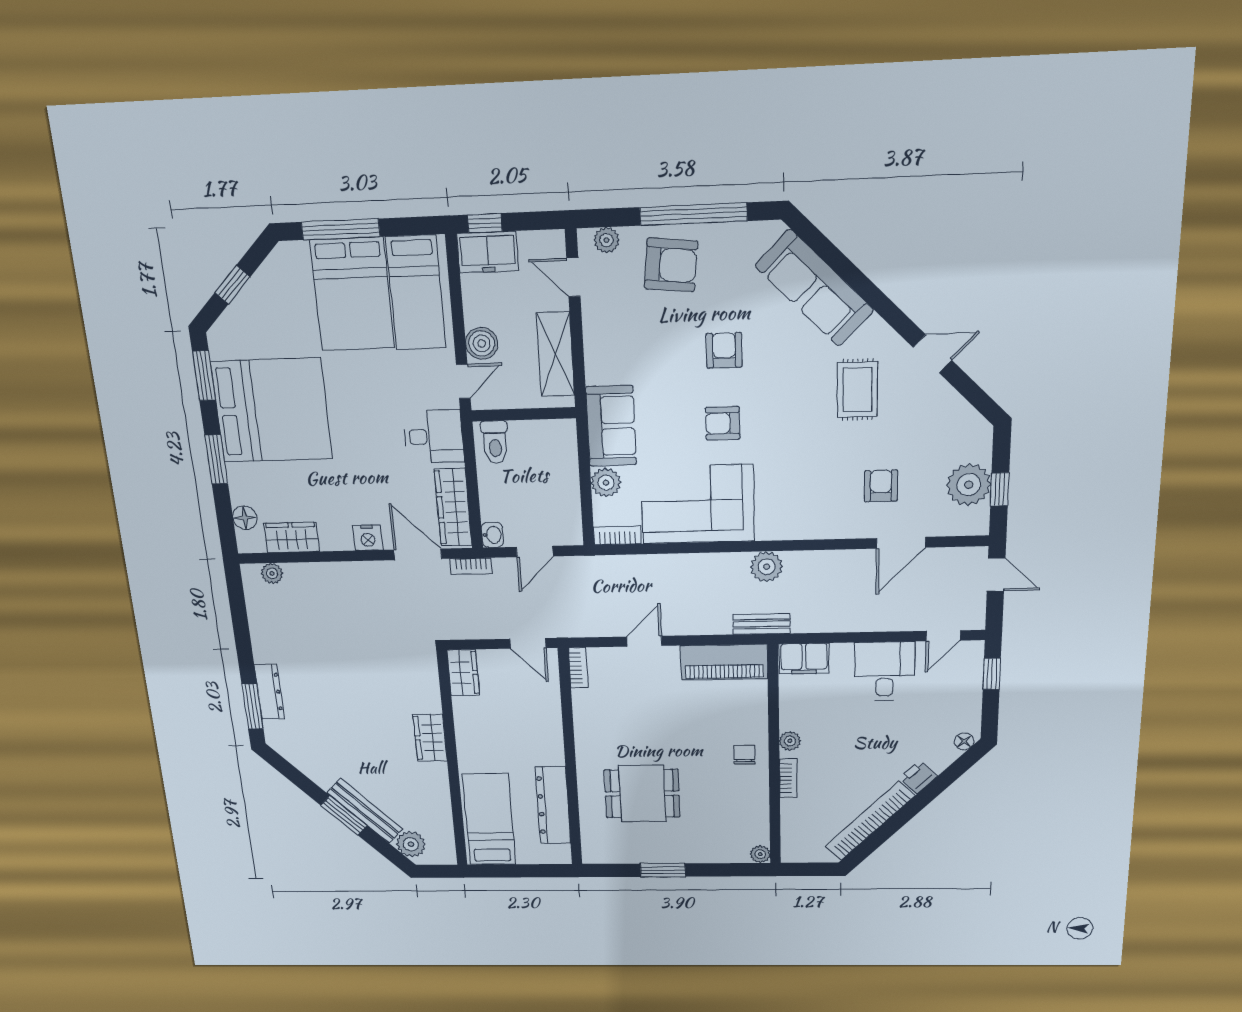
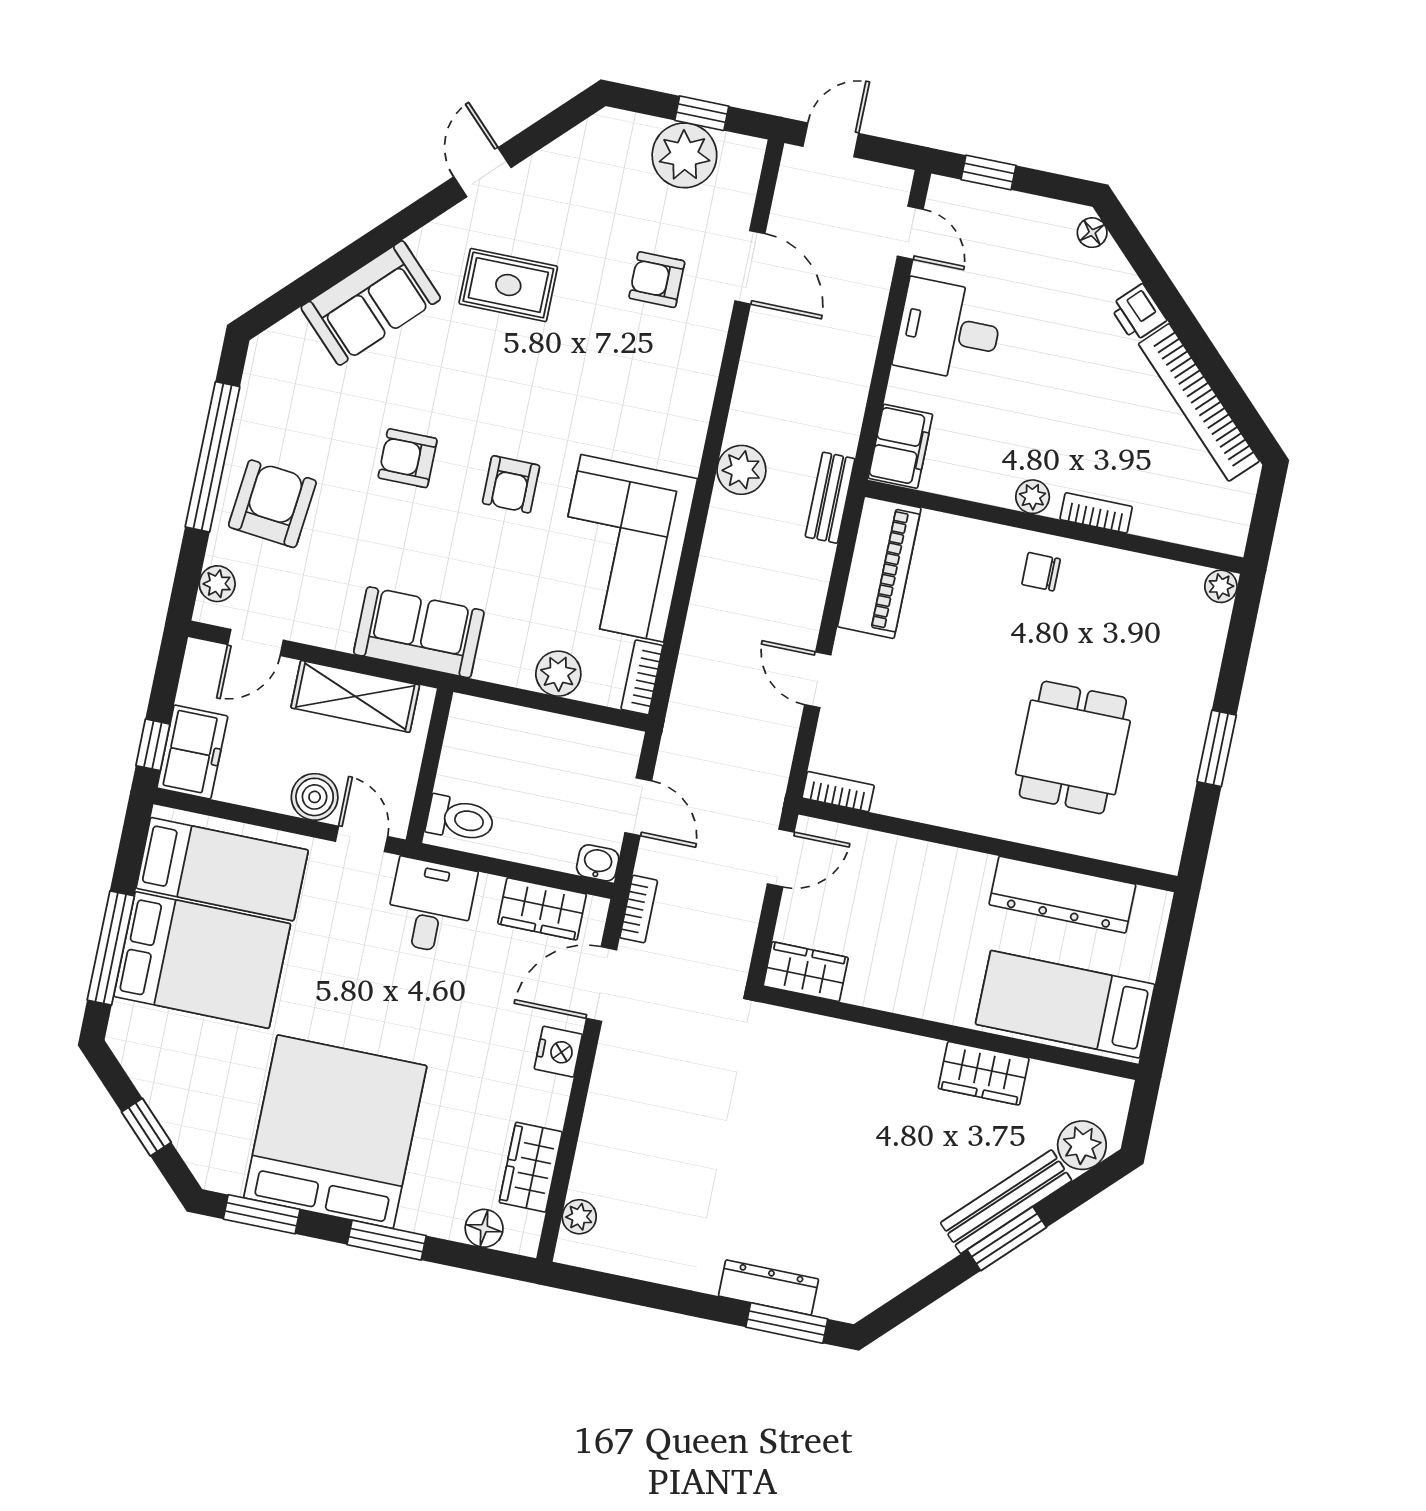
sofa: (814, 288) -> (371, 303), width x0.73
sofa: (611, 426) -> (419, 632), moved
wardrobe: (453, 507) -> (542, 909), width x0.67
wardrobe: (430, 738) -> (984, 1073), moved

